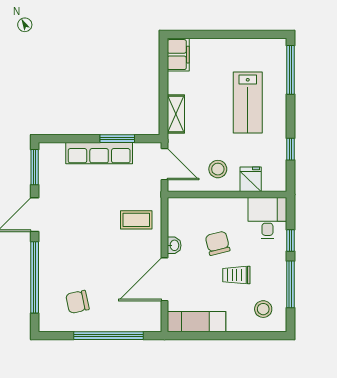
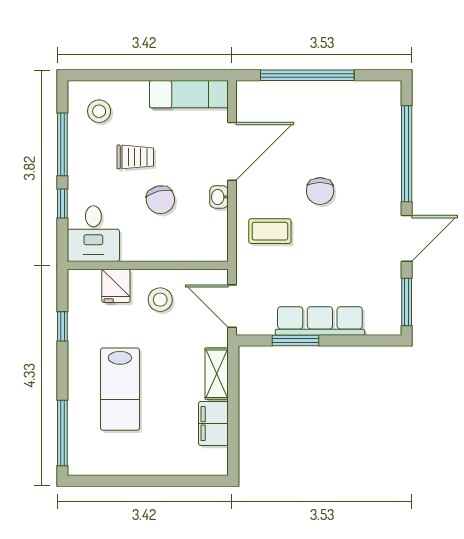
filing cabinet: (178, 55) -> (213, 423), moved
lab bench: (248, 102) -> (120, 389), turned 180
chair: (77, 302) -> (320, 191), moved, turned 102

